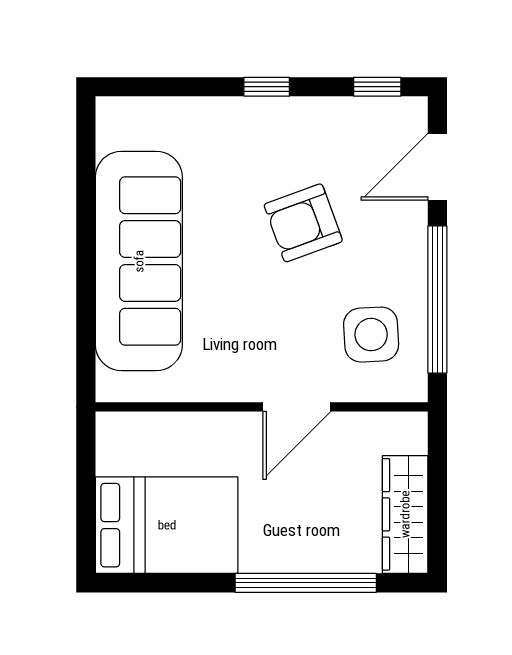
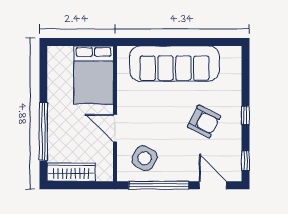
armchair: (303, 223) -> (204, 121), moved, turned 137
side table: (371, 335) -> (144, 158), turned 31
bed: (167, 525) -> (94, 75), moved

